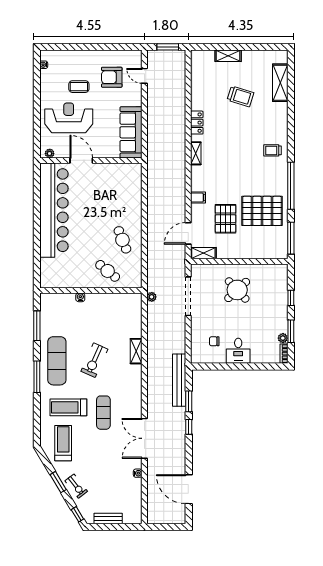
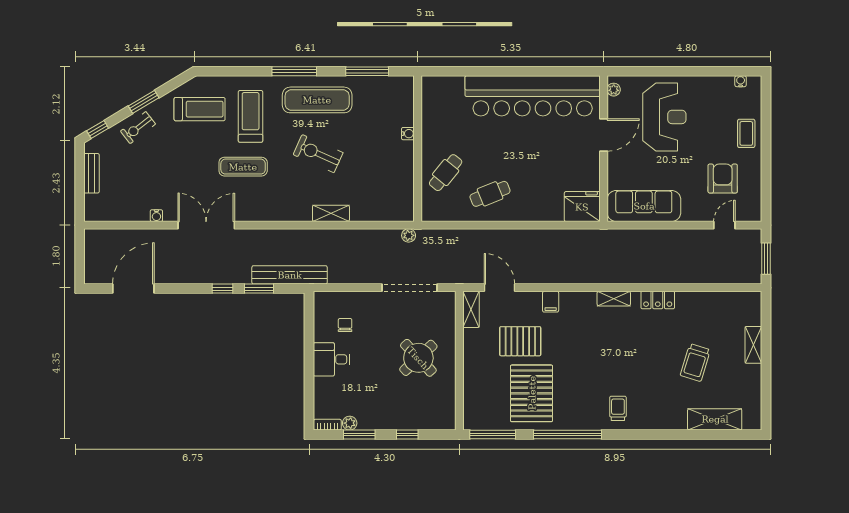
coffee table: (79, 87) -> (746, 133), moved
fridge: (131, 175) -> (582, 207), added

